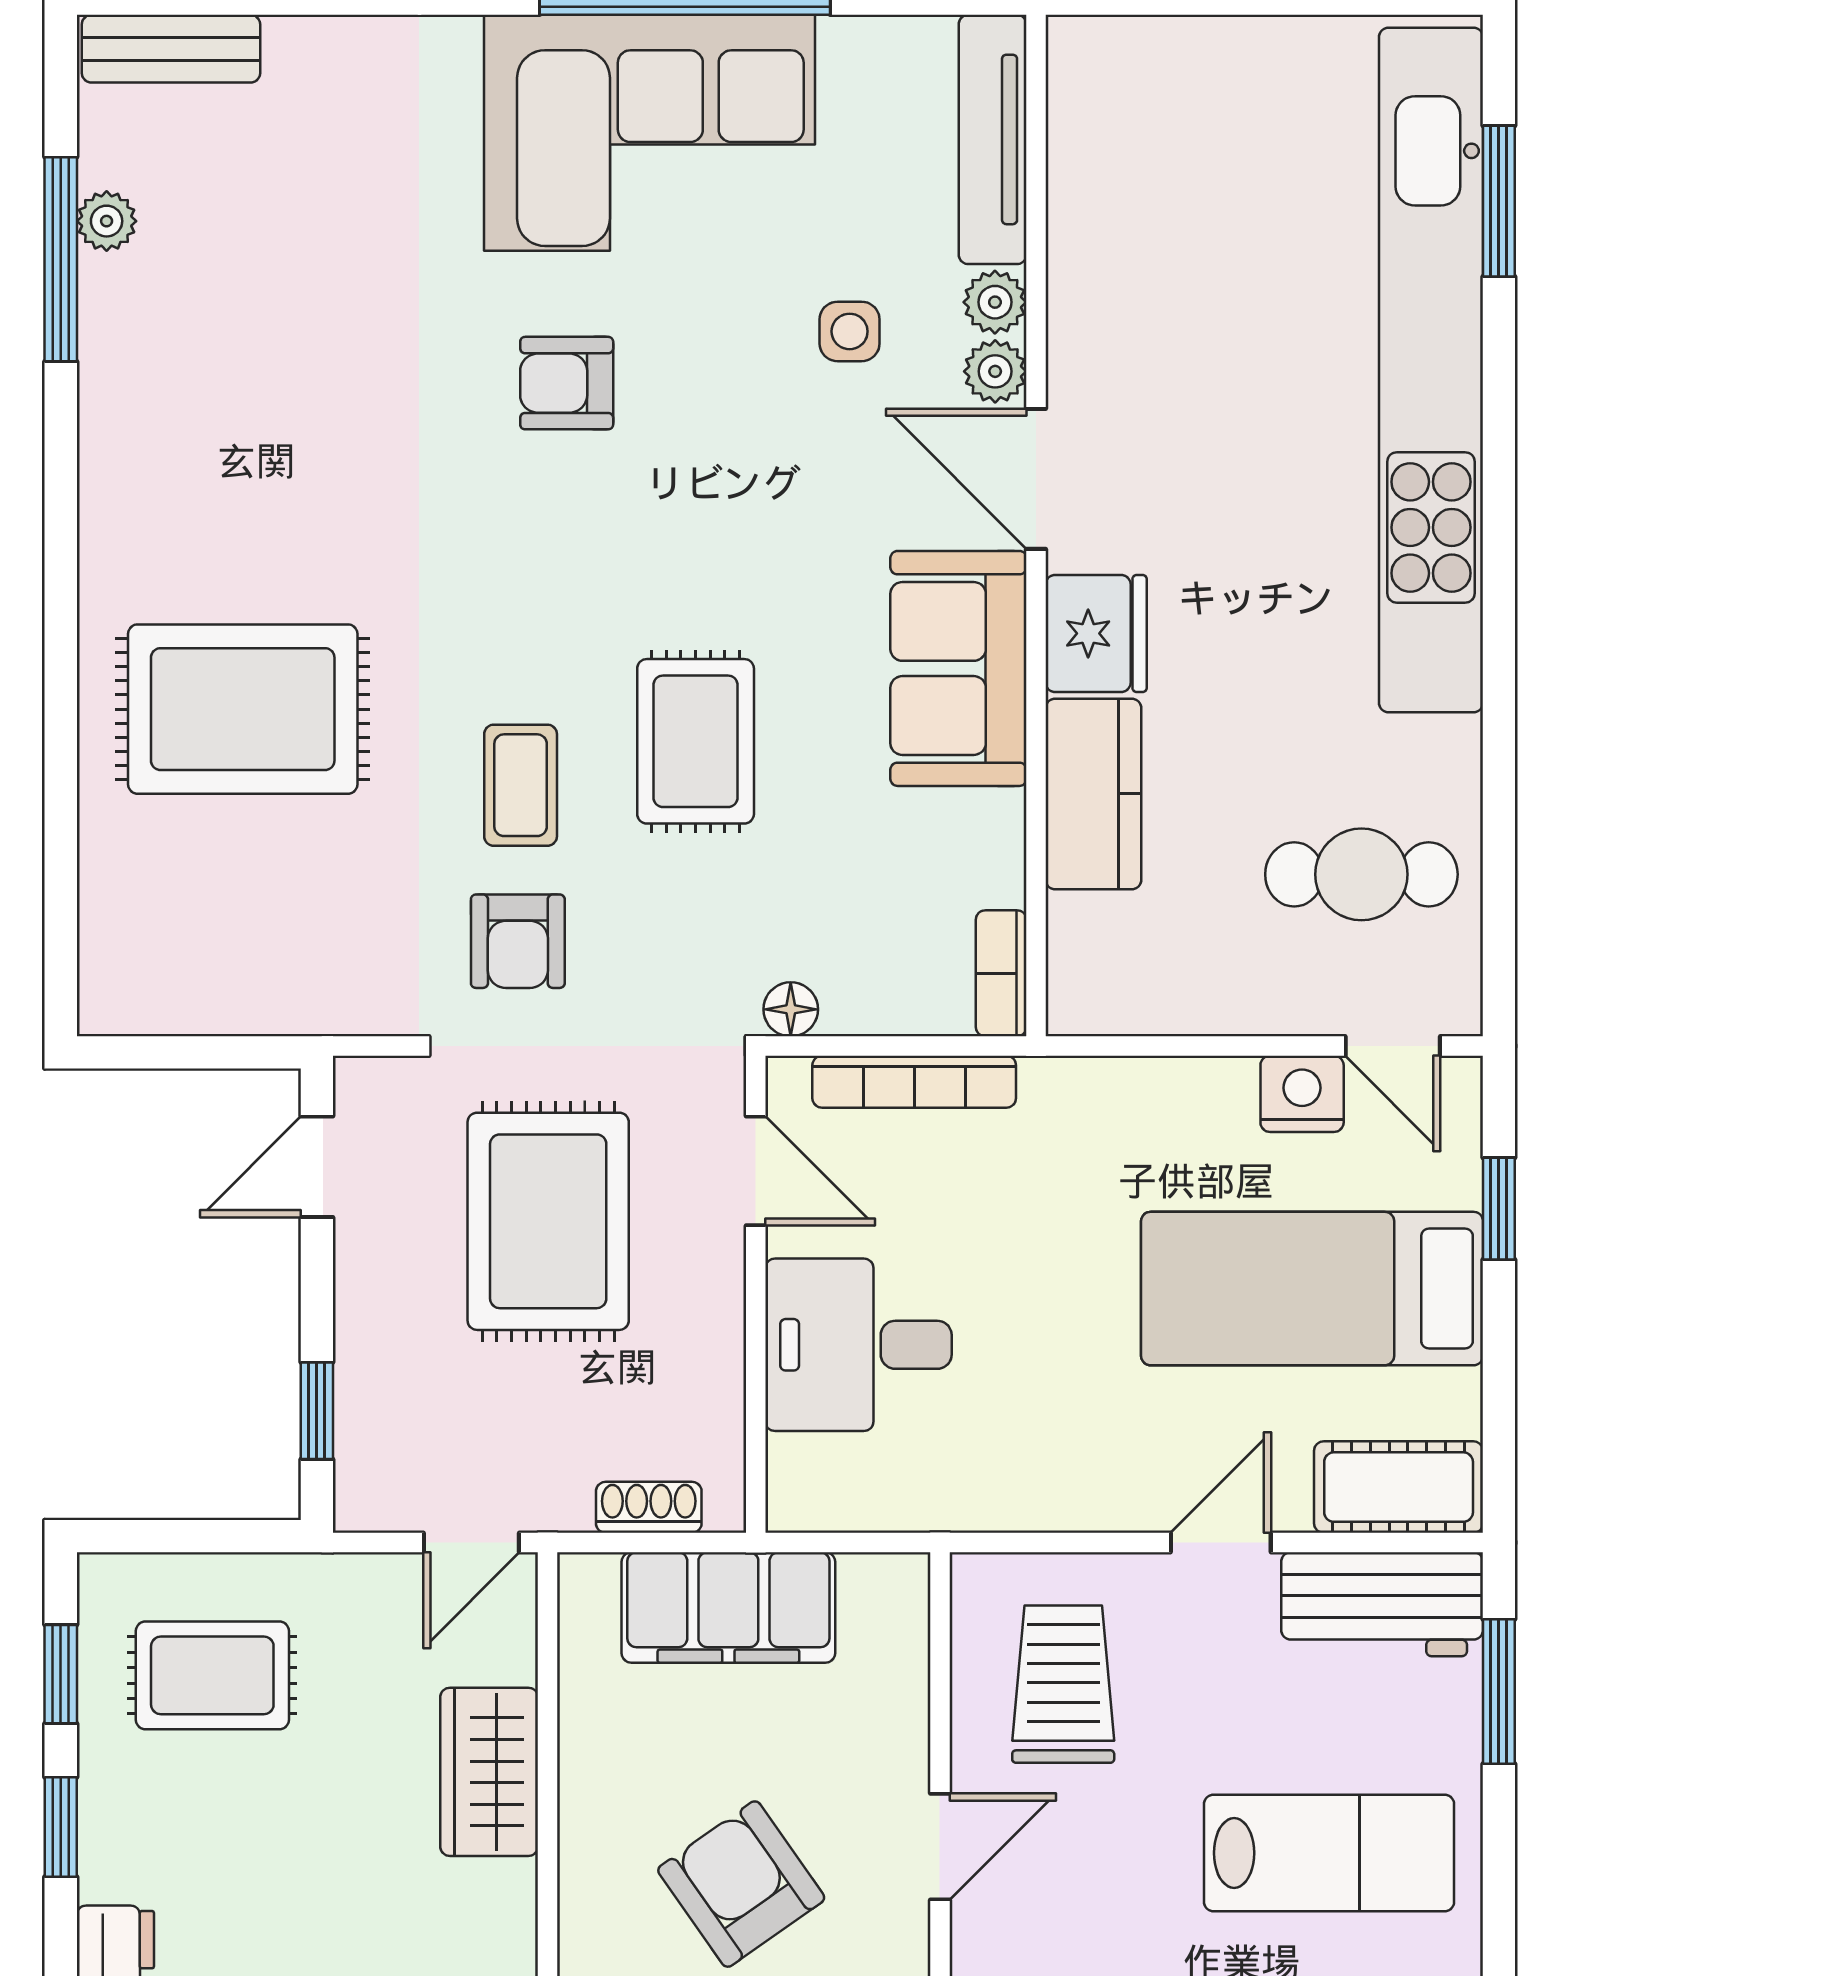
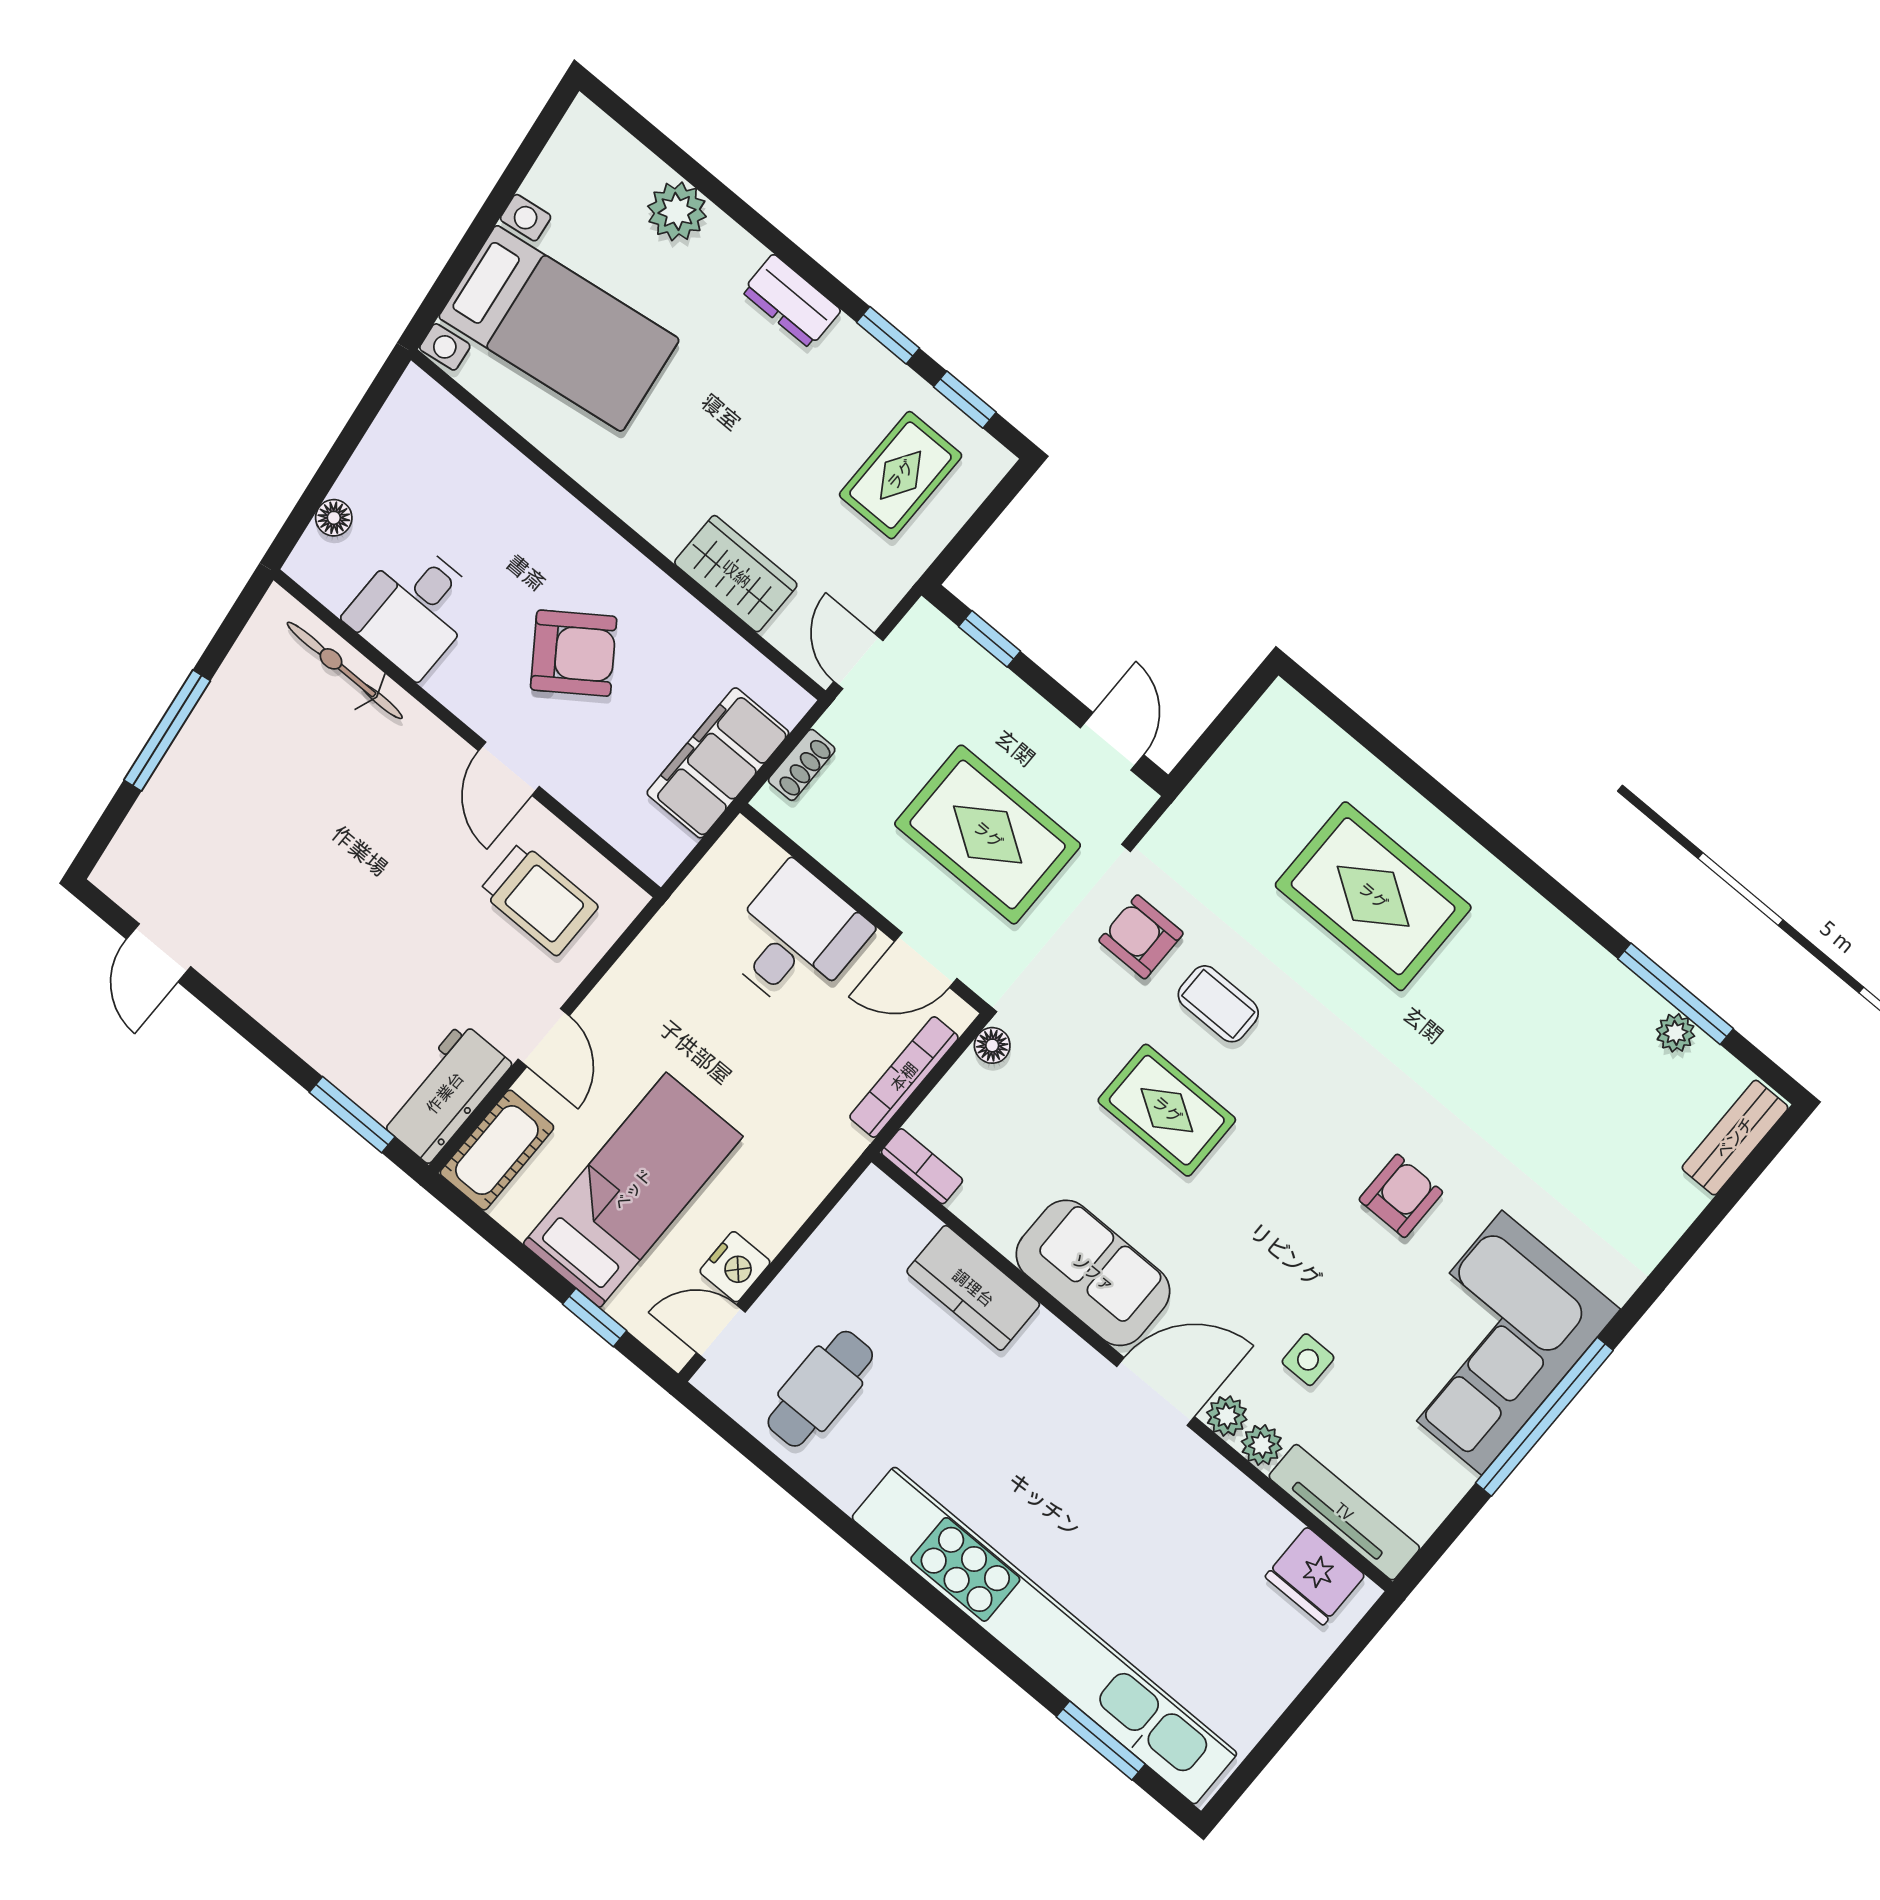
fridge: (1096, 633) -> (1315, 1576), moved
rug: (243, 709) -> (1373, 896), turned 90
lab bench: (1329, 1853) -> (342, 961), removed

